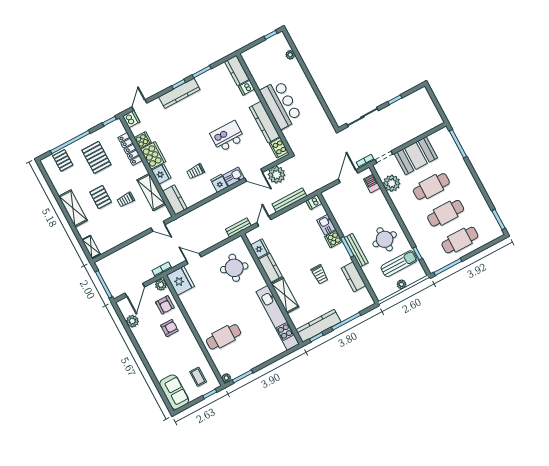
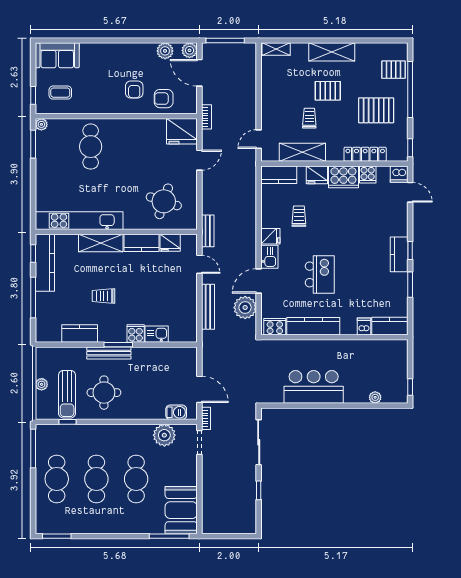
kitchen counter: (179, 93) -> (399, 254), width x0.67
bar counter: (281, 104) -> (314, 387), moved, turned 180
booth: (416, 156) -> (181, 510), moved
dishwasher: (314, 202) -> (190, 334), removed
plant: (161, 285) -> (190, 50), moved

